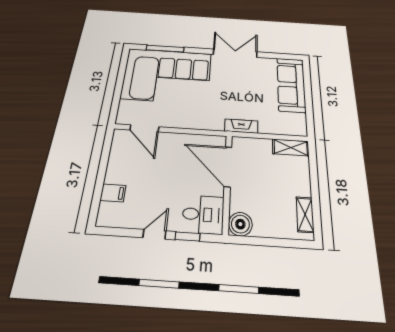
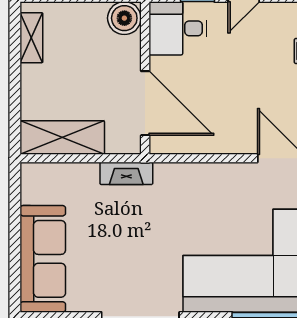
shelving: (291, 148) -> (62, 137), width x1.50, depth x1.33

